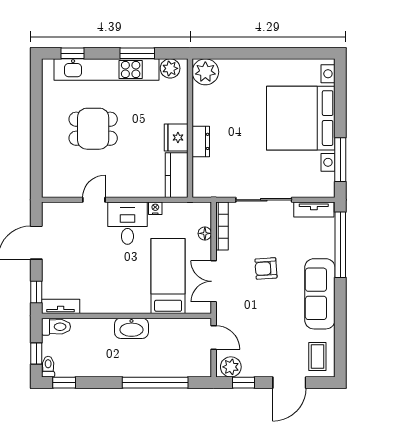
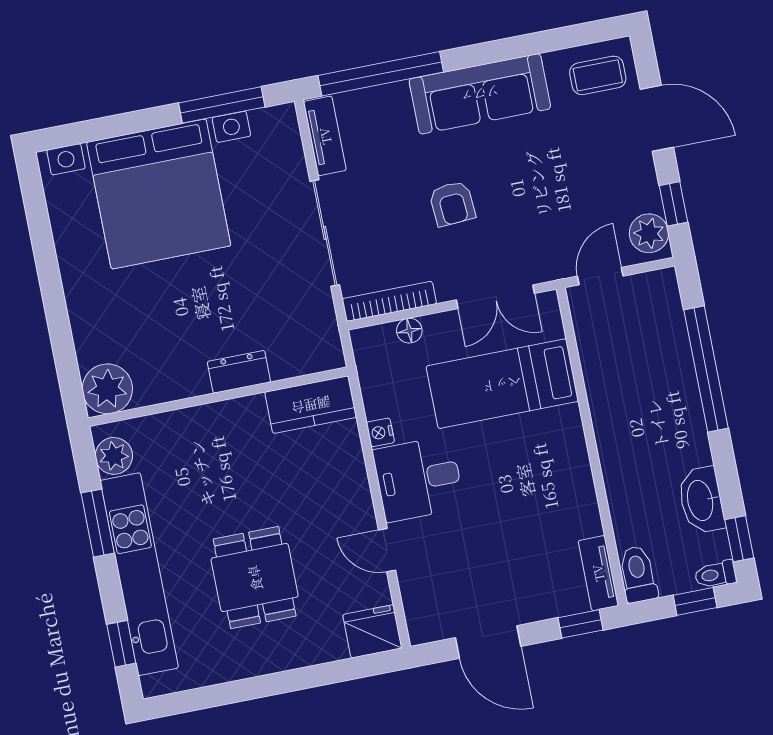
fridge: (176, 138) -> (372, 631), moved, turned 180
washbasin: (131, 328) -> (701, 500), moved, turned 180

